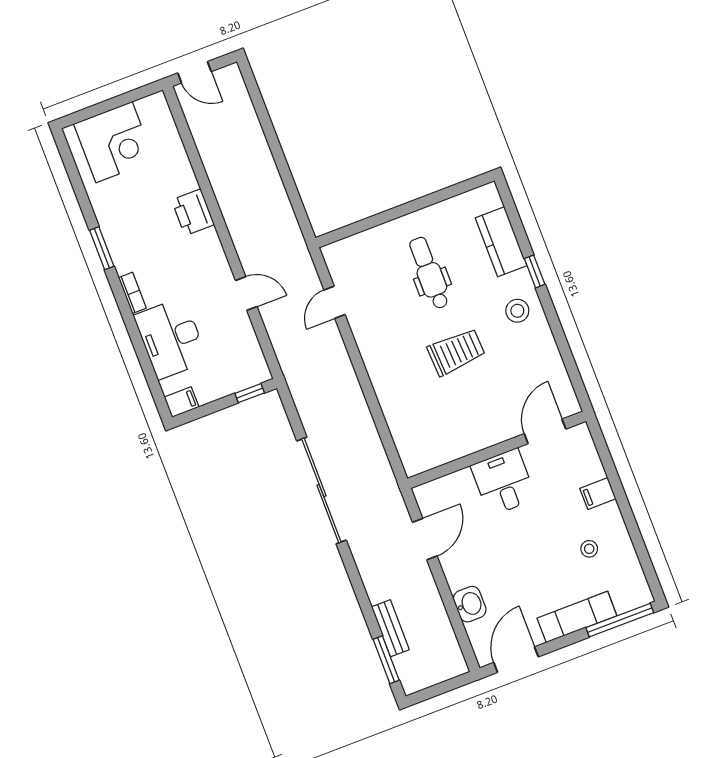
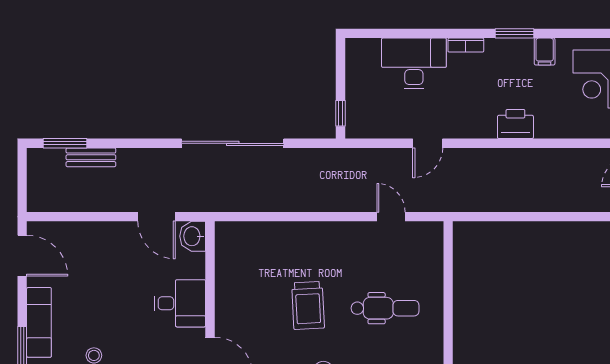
filing cabinet: (181, 402) -> (545, 51), moved
washbasin: (470, 604) -> (193, 236), moved, turned 90

